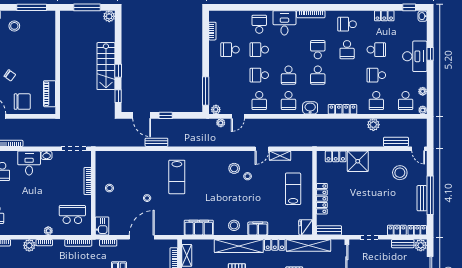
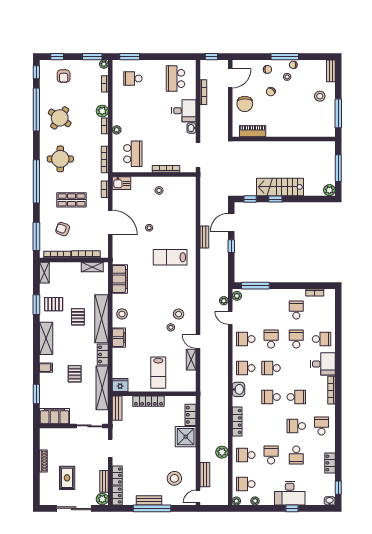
lab bench: (293, 189) -> (158, 373), turned 90

